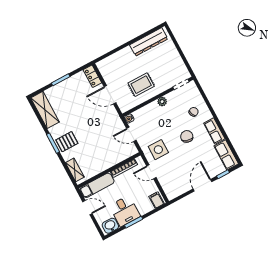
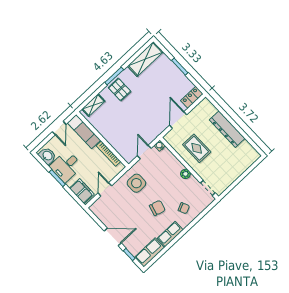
dresser: (149, 42) -> (227, 129), moved
door: (151, 172) -> (105, 189), moved
filing cabinet: (157, 200) -> (82, 191), width x2.00

